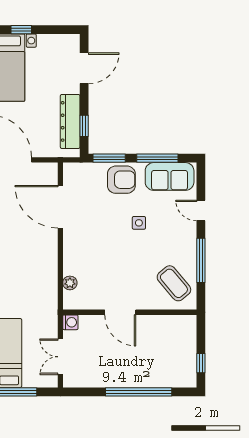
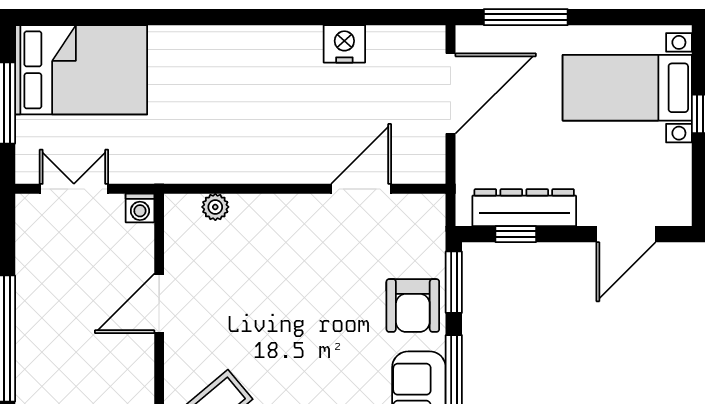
door: (84, 68) -> (626, 234), hinge flipped
door: (60, 207) -> (361, 189), width x0.73
side table: (139, 223) -> (330, 339), removed

